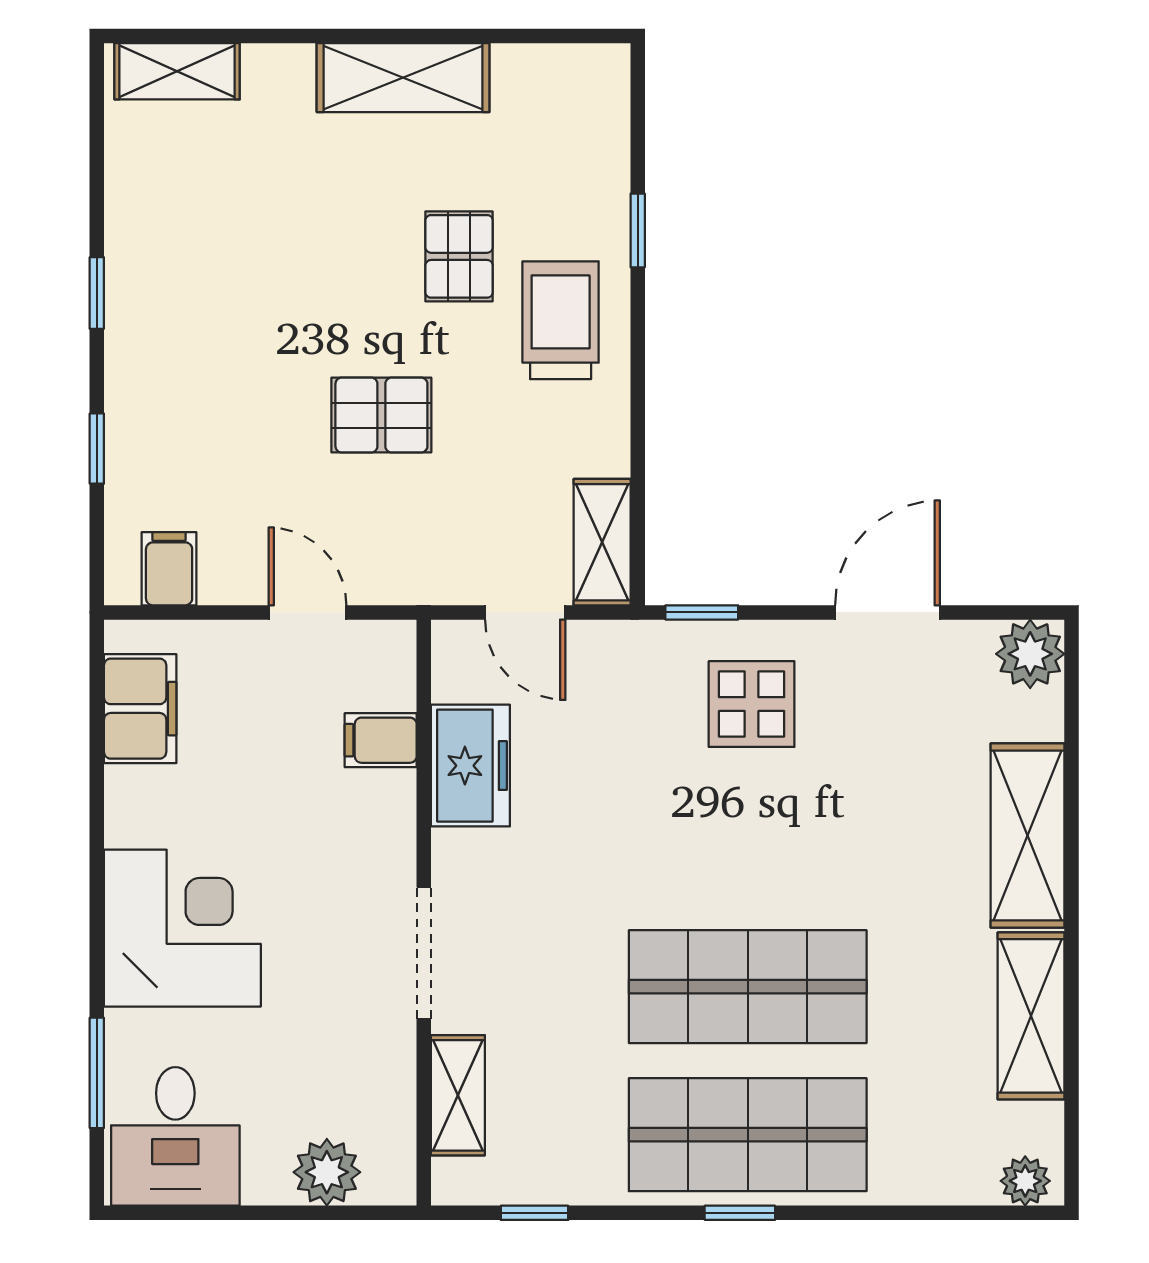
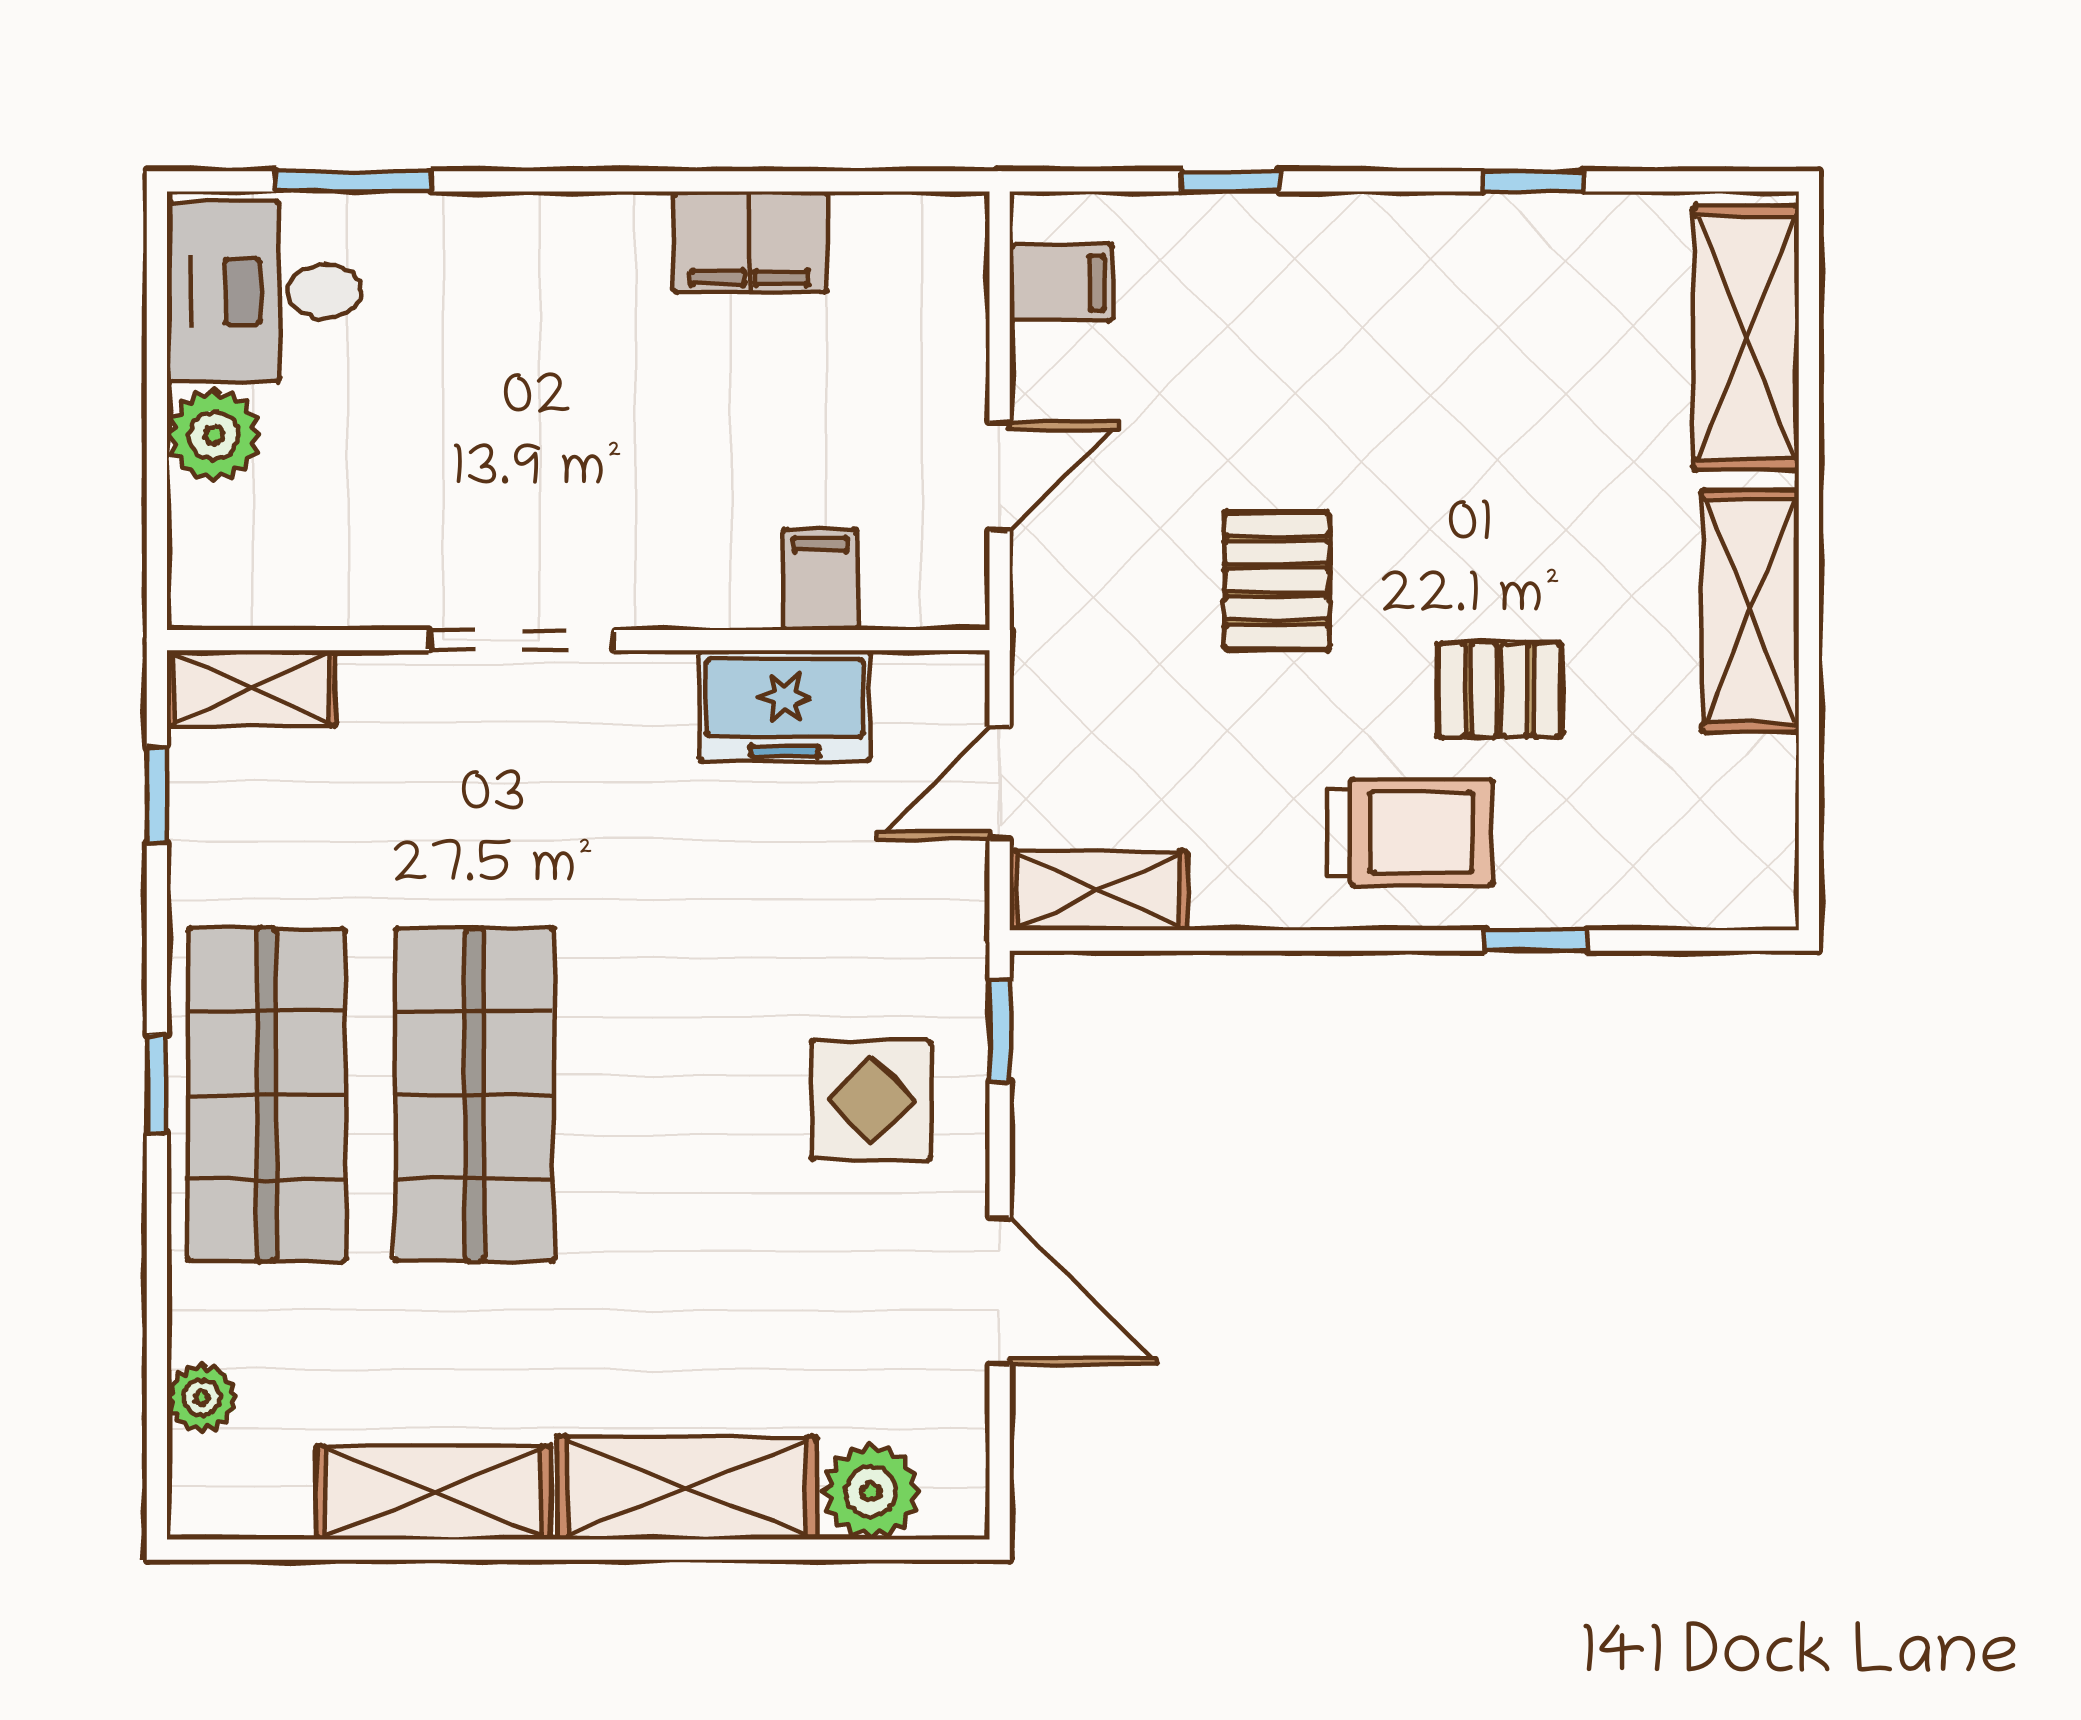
shelving: (177, 71) -> (1746, 338), width x1.50, depth x1.33
window: (97, 293) -> (1533, 181), moved
plant: (1030, 654) -> (871, 1491), moved
filing cabinet: (140, 709) -> (750, 242), moved
corner desk: (182, 928) -> (557, 301), removed
shelving: (458, 1095) -> (251, 688), moved
plant: (327, 1172) -> (214, 435), moved
plant: (1025, 1181) -> (202, 1398), moved

